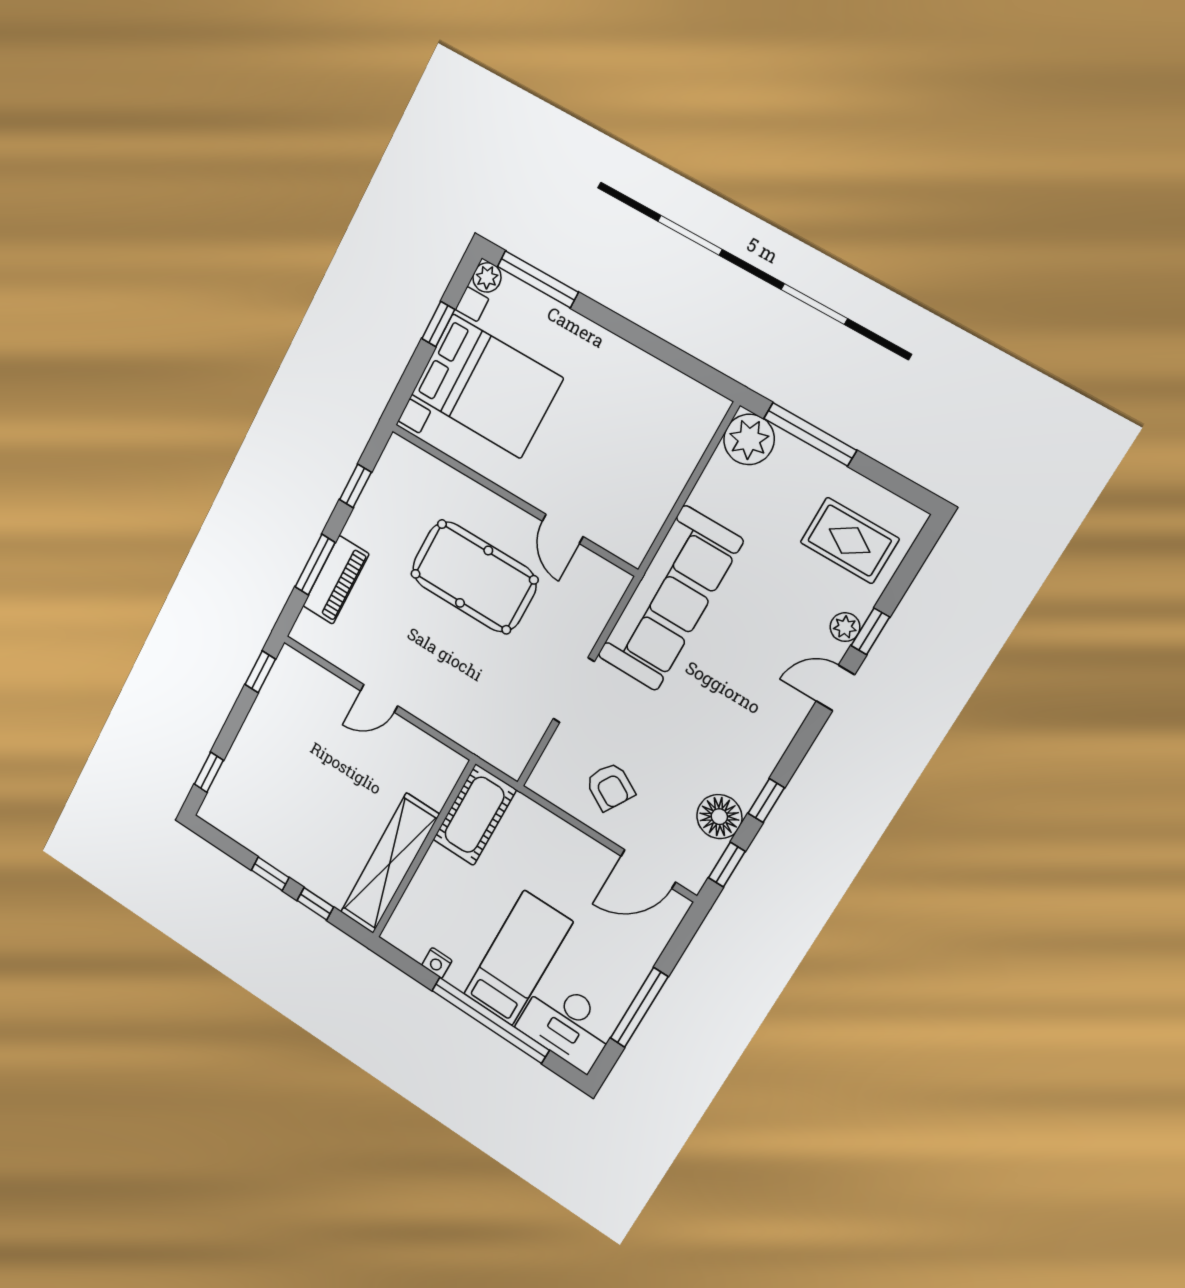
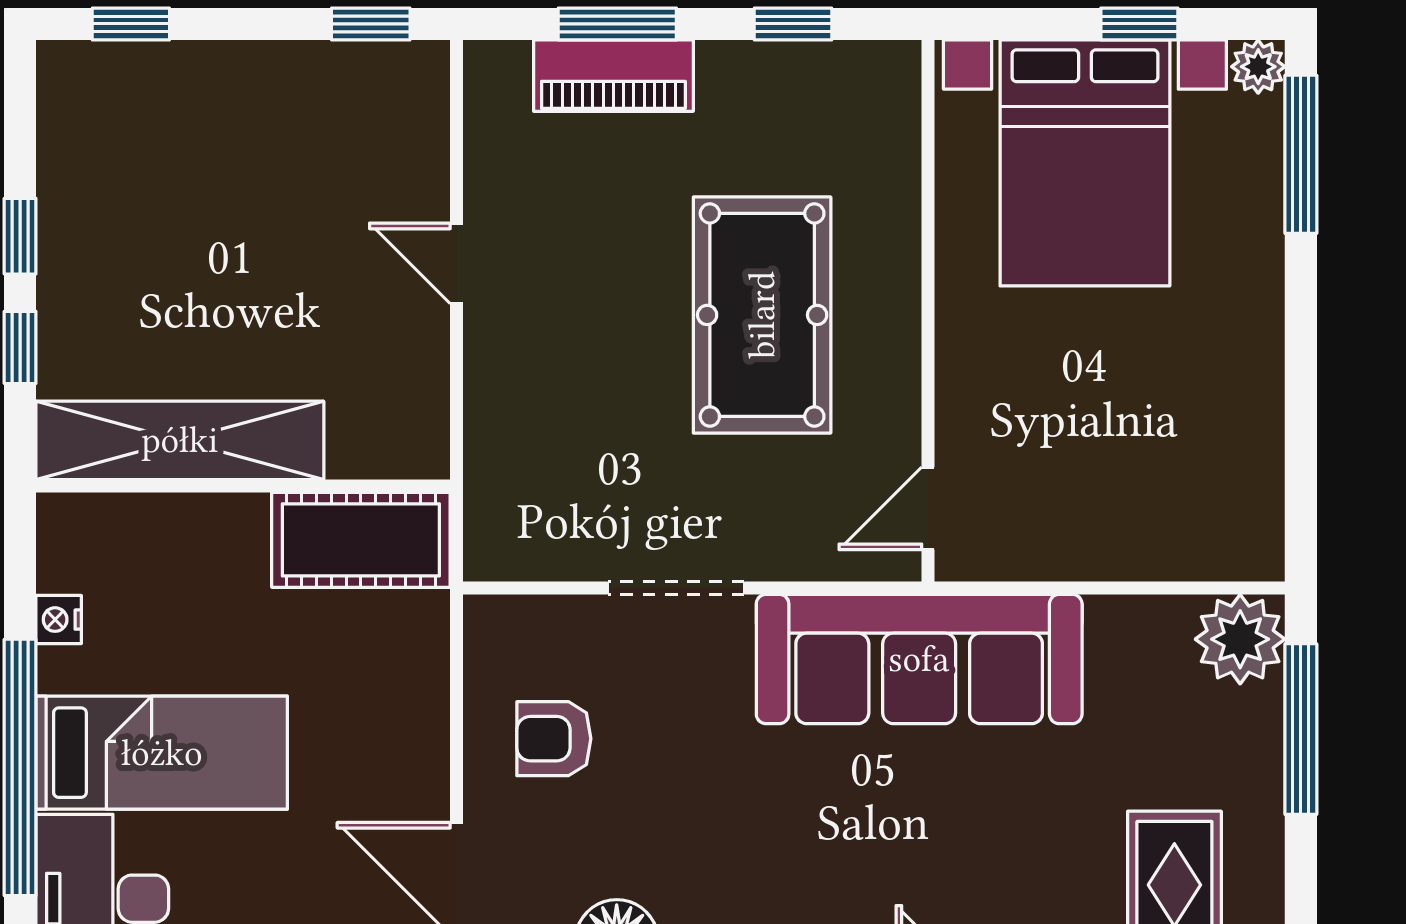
door: (563, 529) -> (928, 508), moved
armchair: (610, 787) -> (554, 739), turned 60

